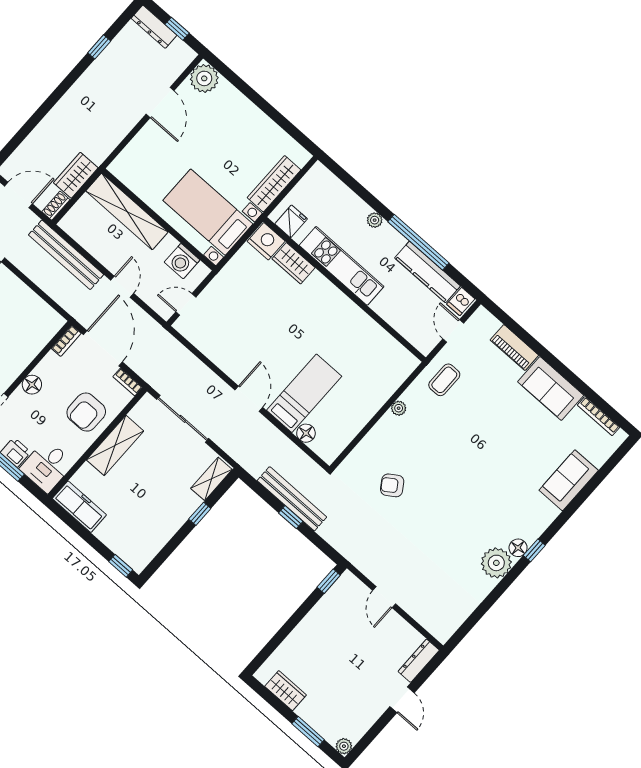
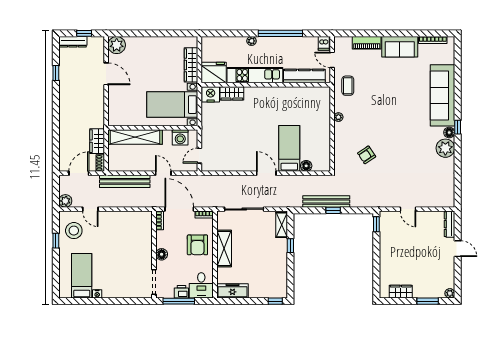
fridge: (291, 221) -> (214, 73), width x1.88, depth x1.34
kitchen counter: (428, 272) -> (304, 76), moved, turned 180
sofa: (569, 480) -> (442, 95), width x1.85, depth x1.27

